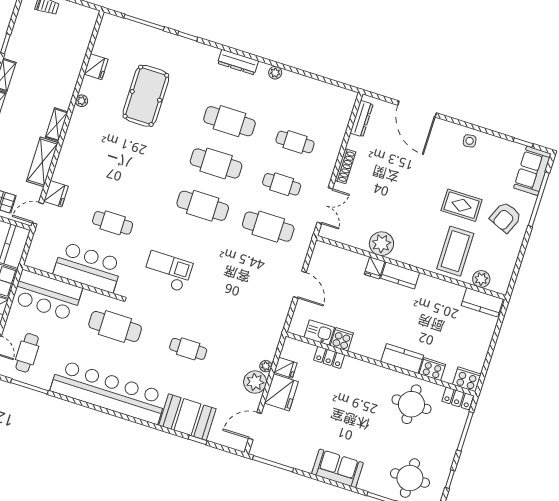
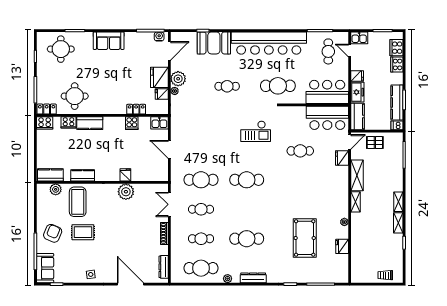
cafe table: (216, 163) -> (201, 268), moved
bar counter: (88, 267) -> (327, 118), moved
kitchen counter: (400, 275) -> (83, 175), moved
kitchen sink: (319, 333) -> (159, 123), moved
water cooler: (263, 451) -> (159, 37), added

